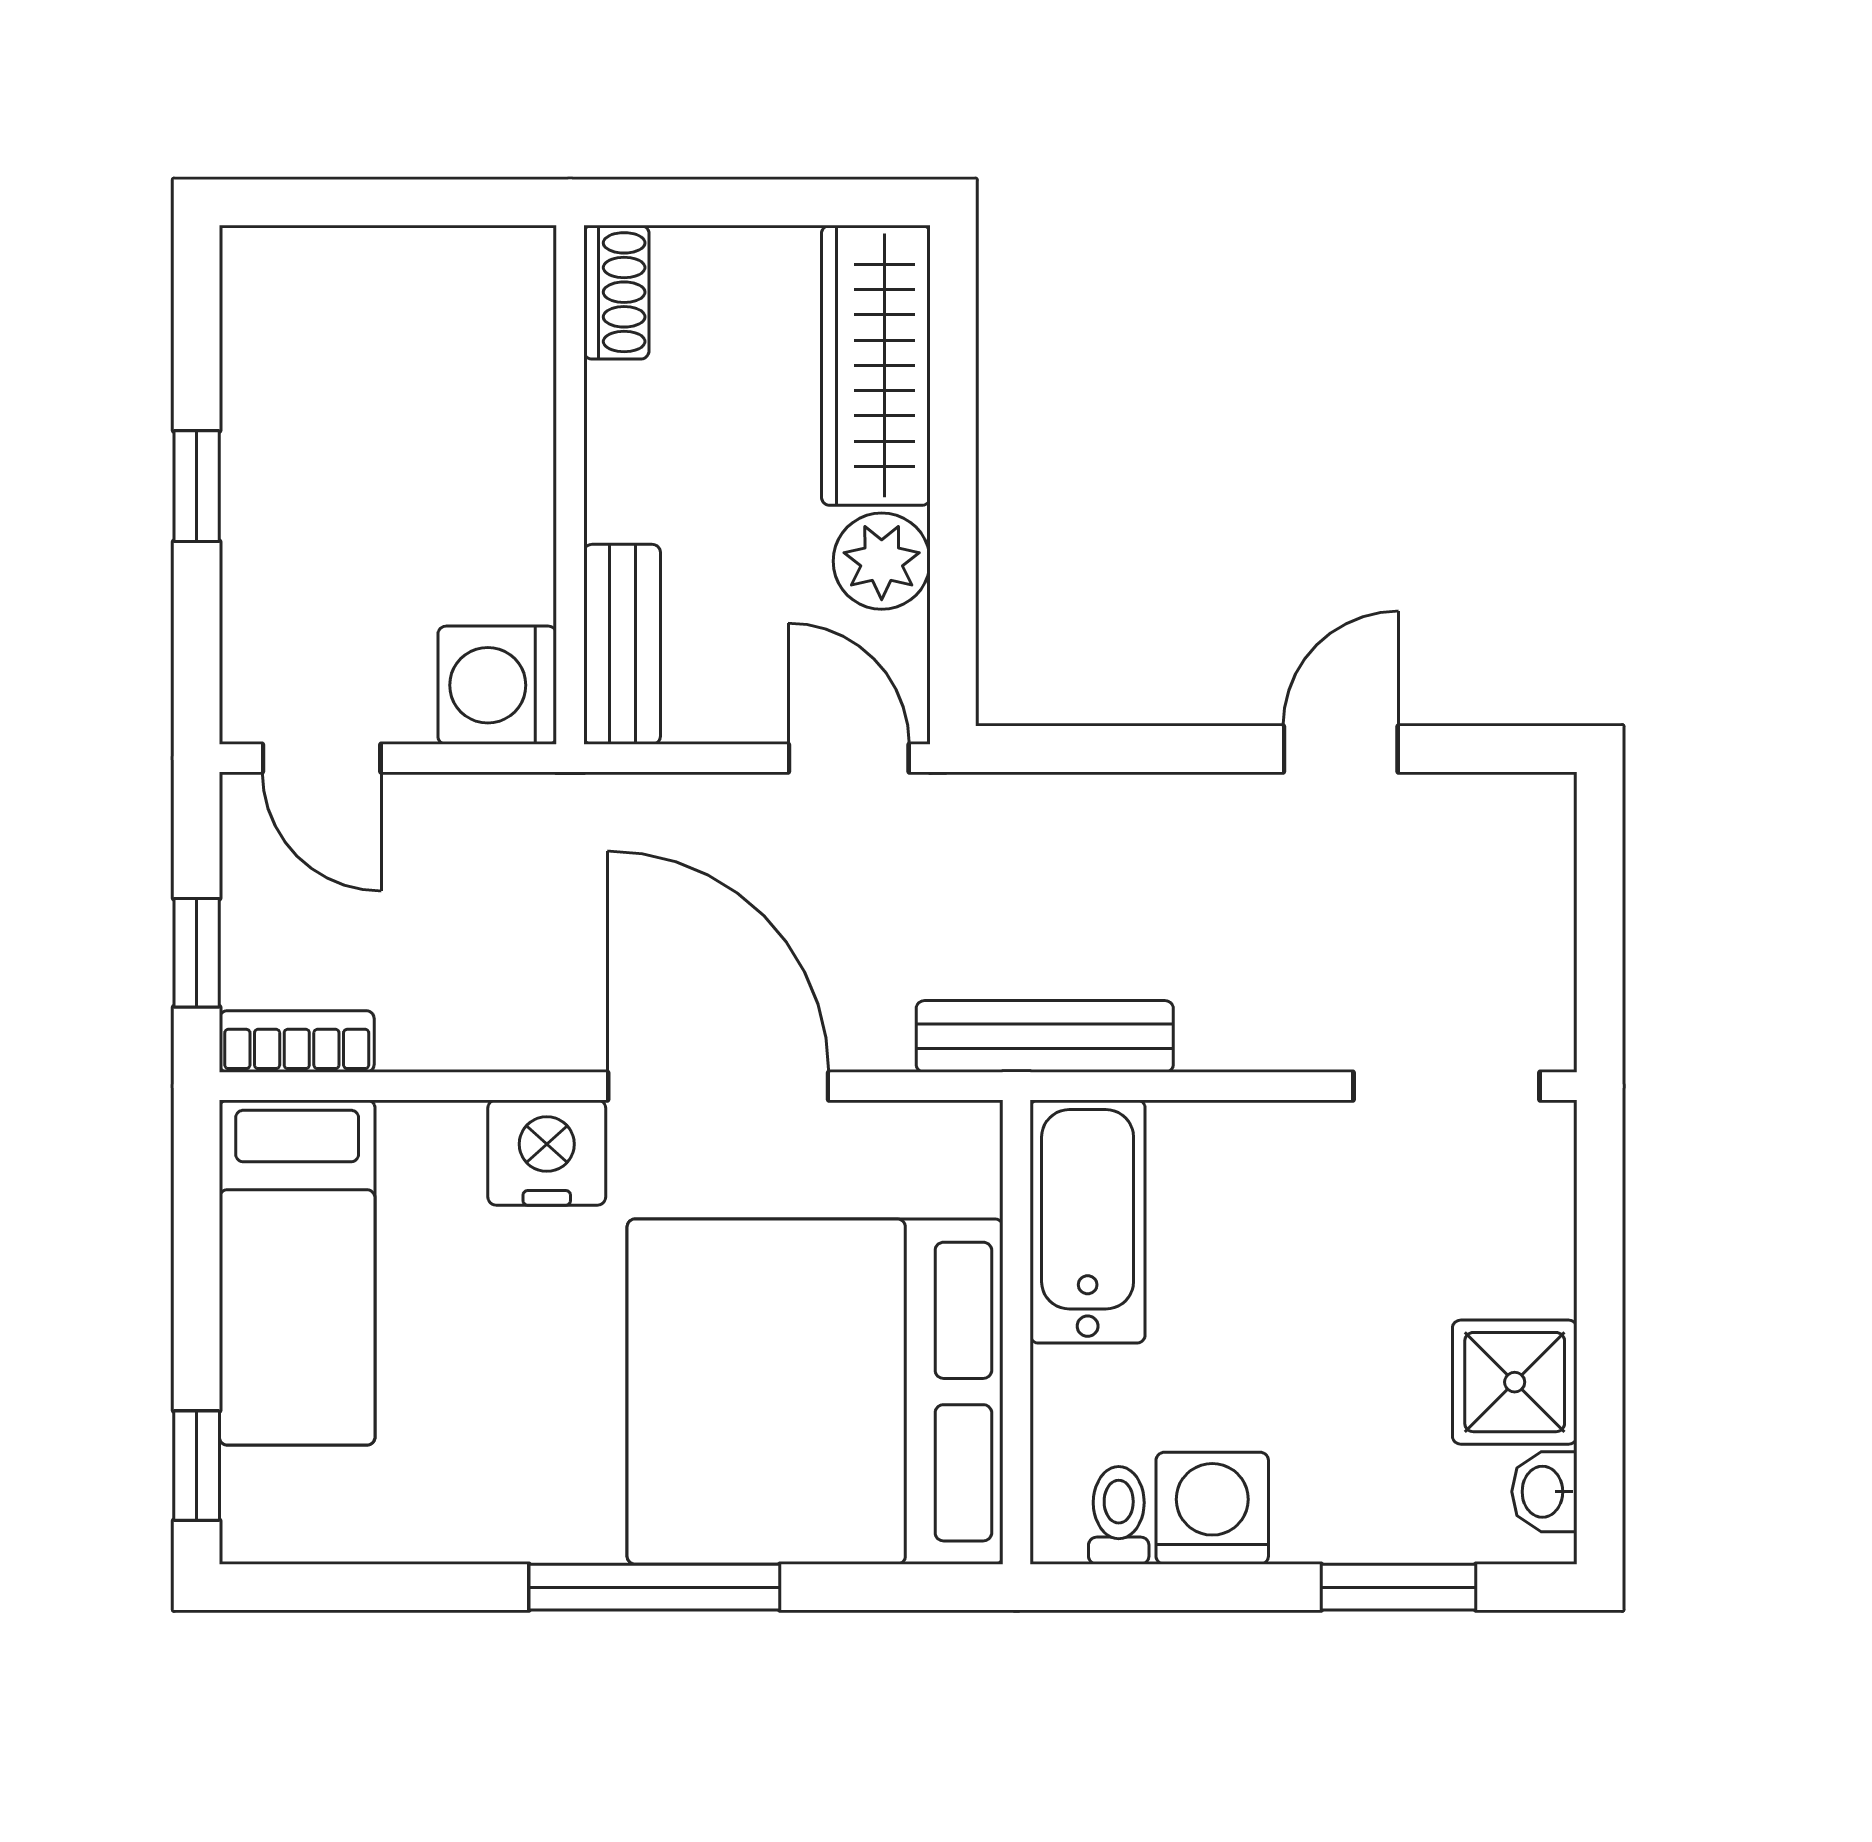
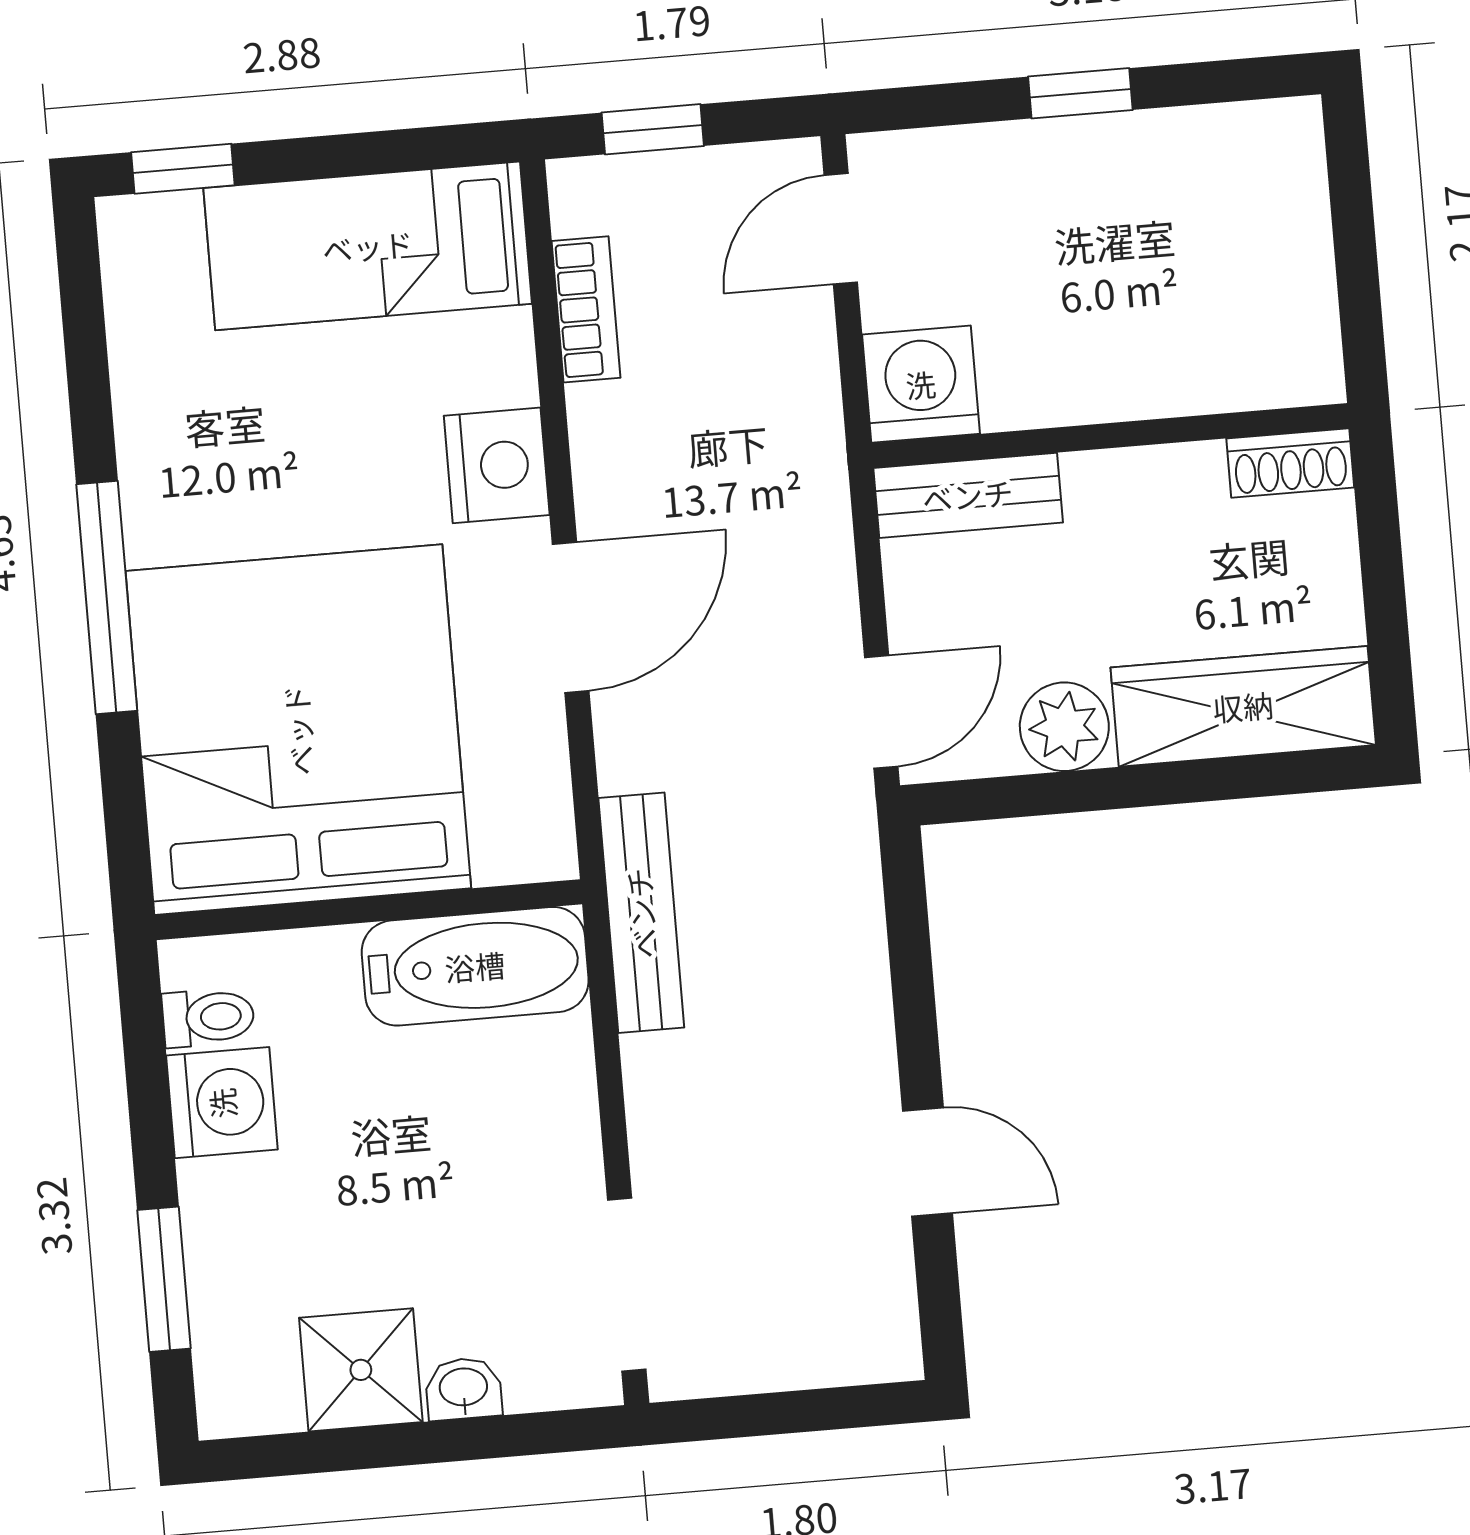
bookcase: (297, 1041) -> (586, 309), moved
door: (718, 1086) -> (571, 617), width x0.73
washbasin: (1544, 1492) -> (464, 1389), moved

